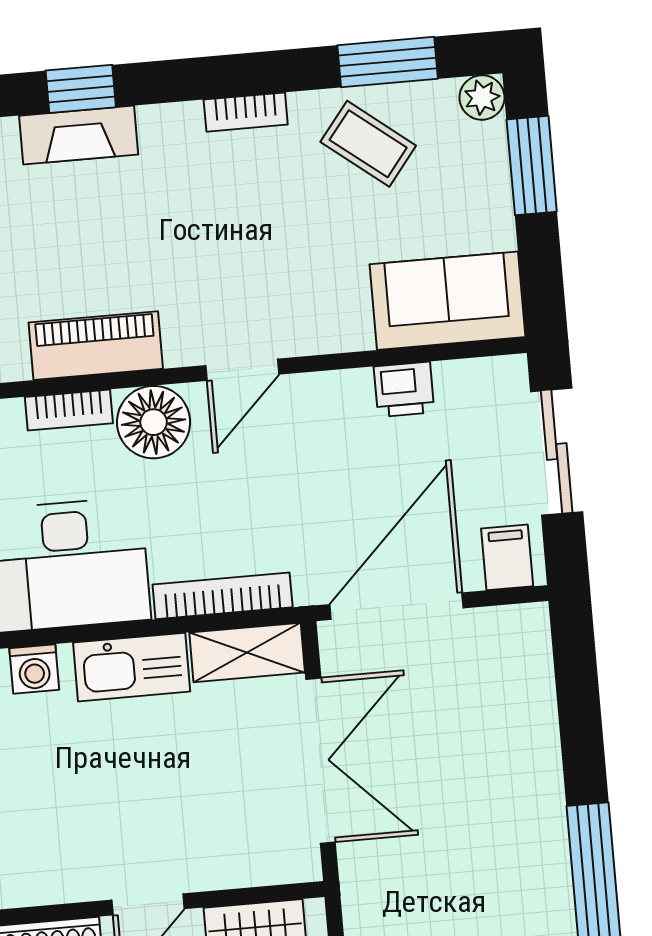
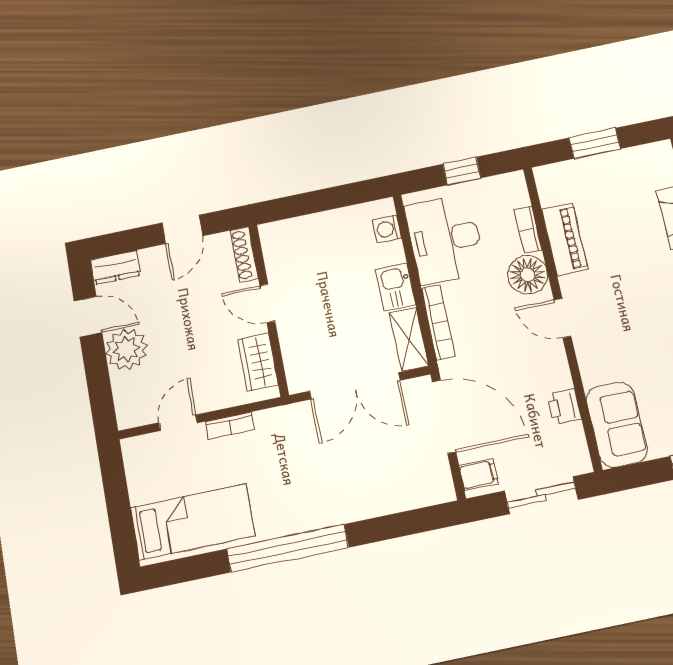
kitchen sink: (132, 667) -> (396, 287), width x0.73

